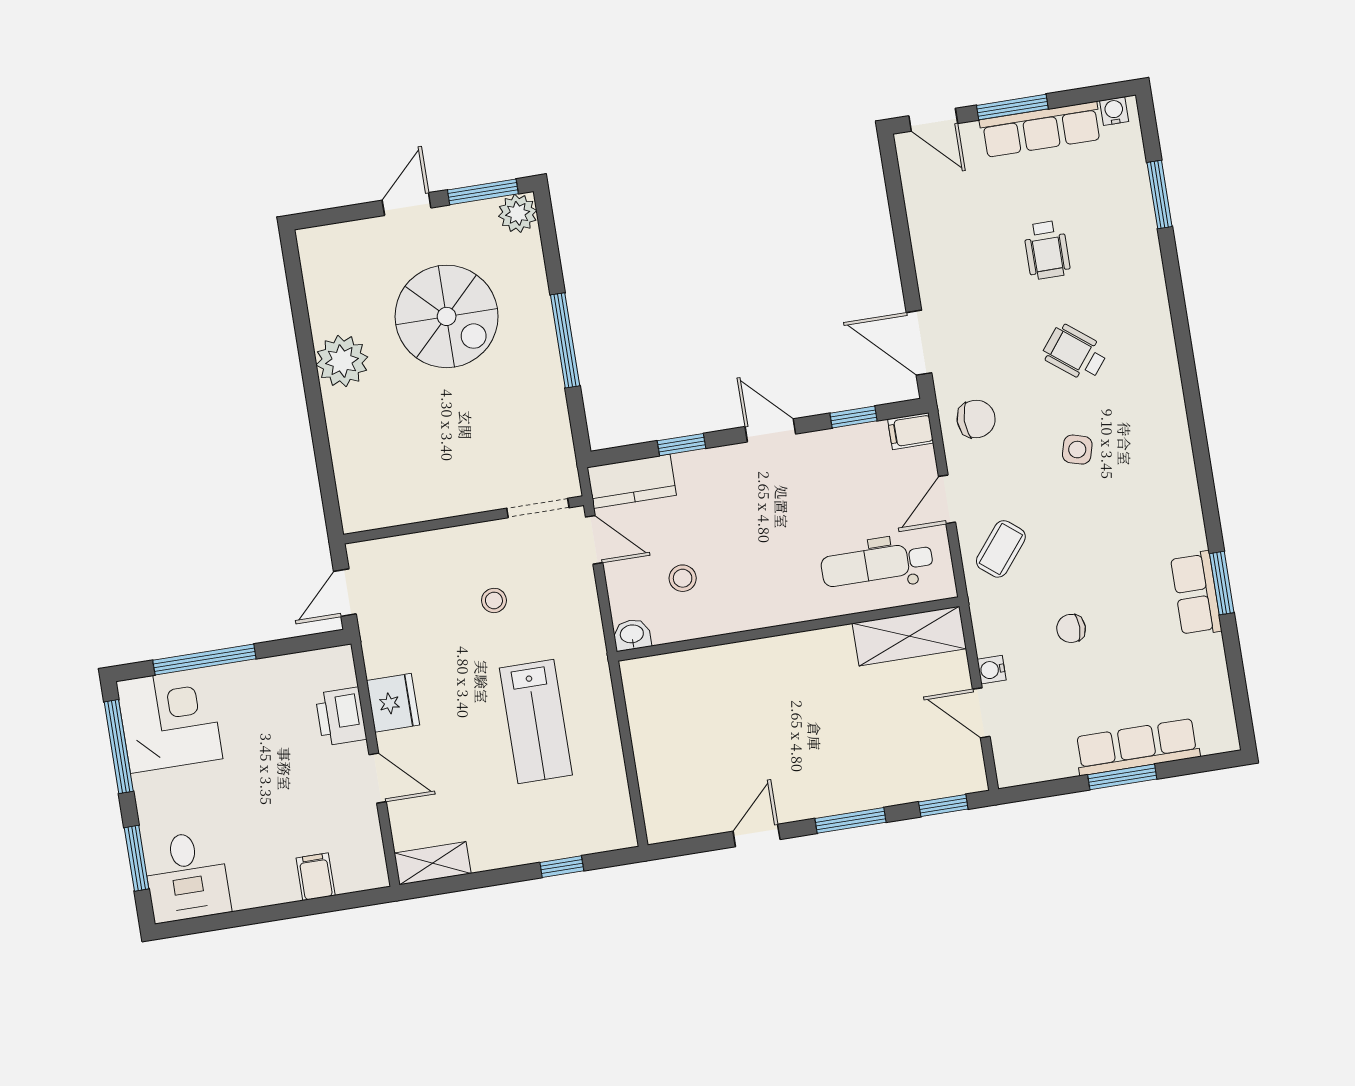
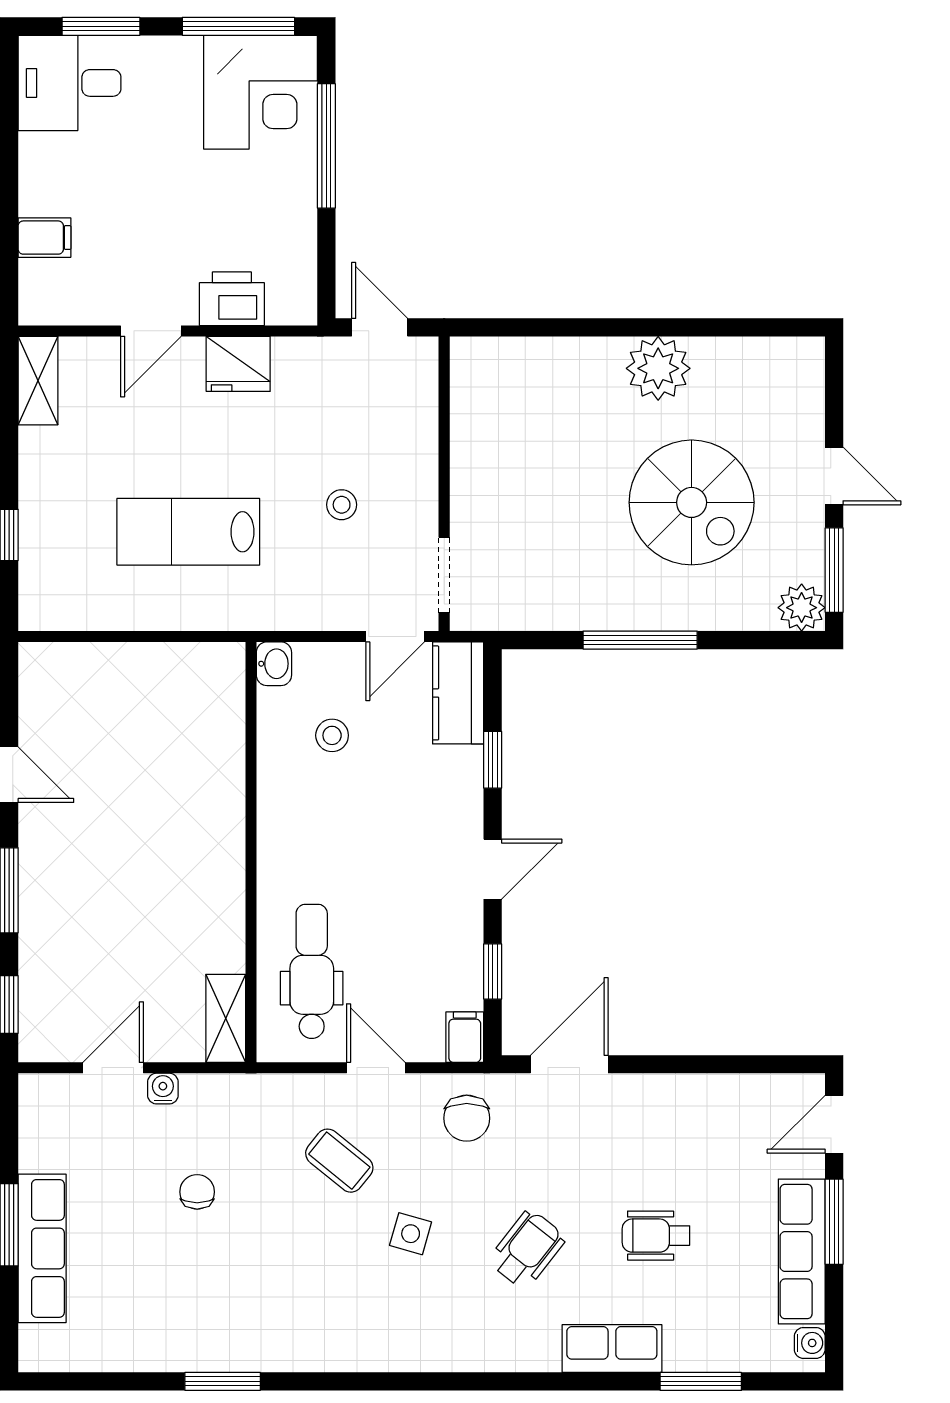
spiral stairs: (447, 316) -> (692, 502), turned -90
coffee table: (1001, 549) -> (339, 1161), moved
row of seats: (1196, 594) -> (612, 1349), moved
shelving: (909, 636) -> (226, 1018), width x0.67, depth x0.75

